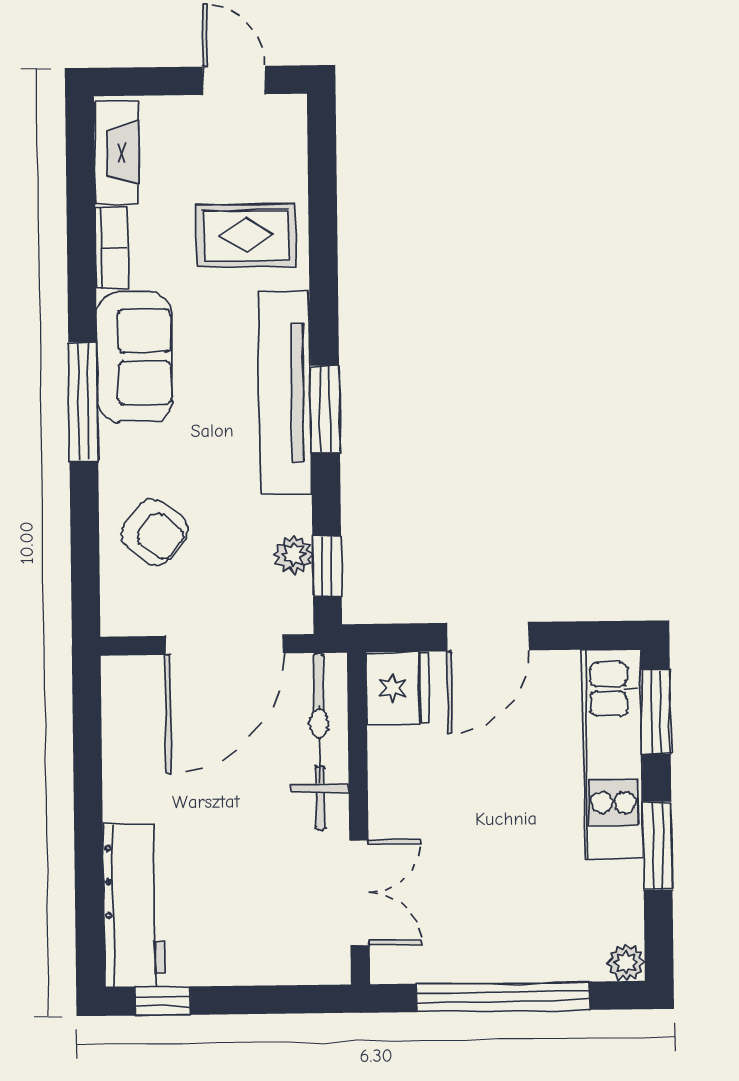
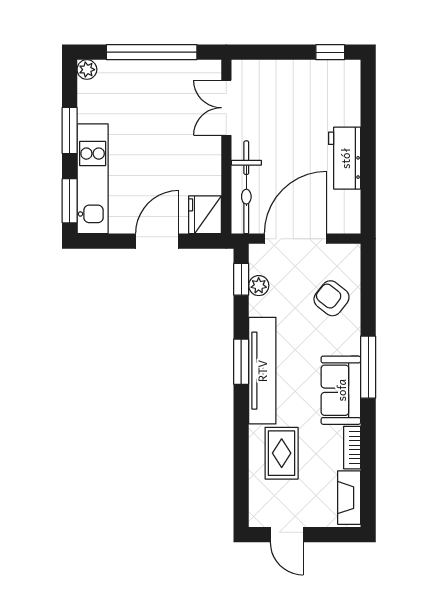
rug: (246, 236) -> (282, 453), turned 90
workbench: (134, 906) -> (345, 158), moved, width x0.73

